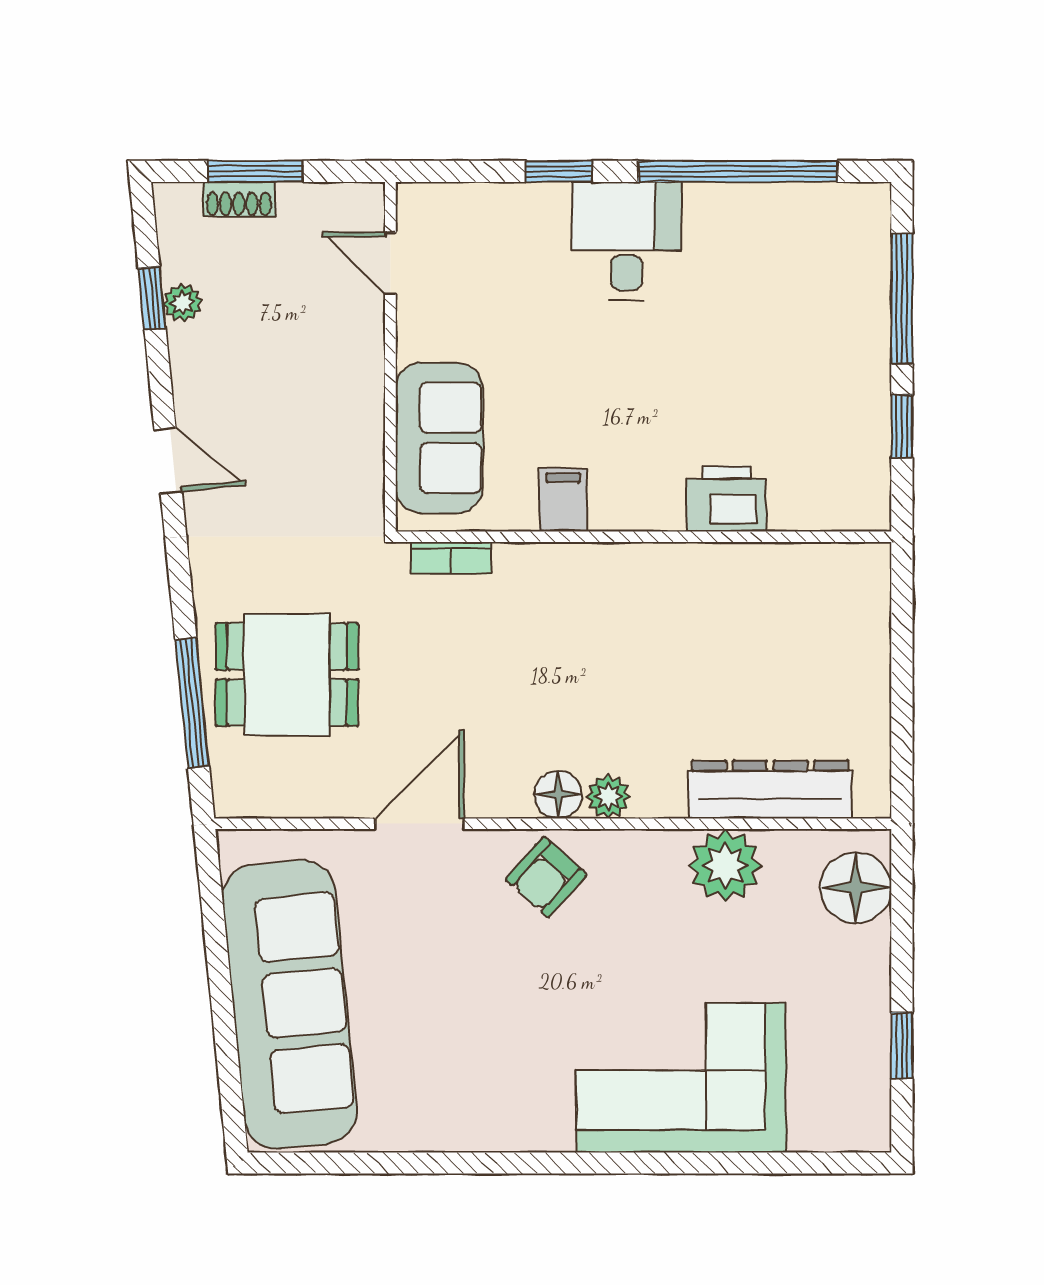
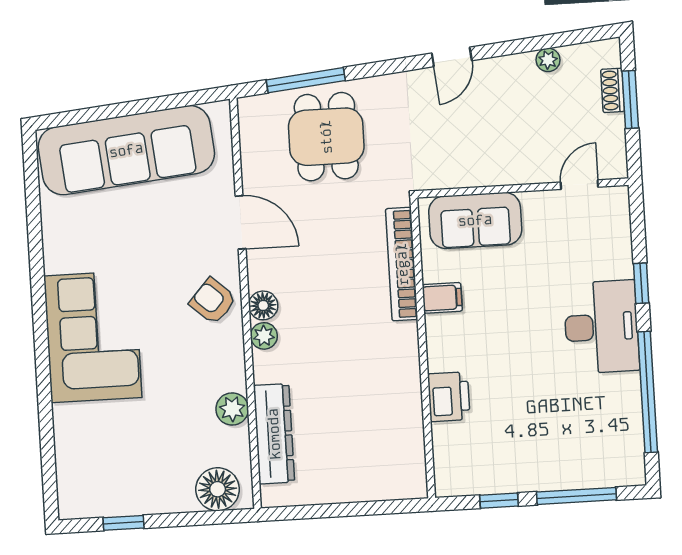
desk: (626, 241) -> (601, 327), width x1.37
window: (152, 298) -> (550, 41), removed
bookcase: (451, 558) -> (402, 264), width x2.31, depth x1.31
plant: (725, 865) -> (232, 409), width x0.73, depth x0.73
corner sofa: (681, 1078) -> (93, 337), moved

